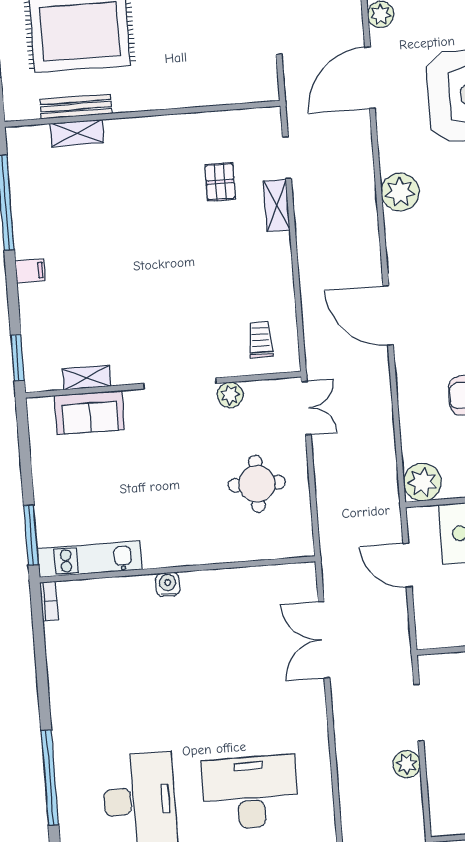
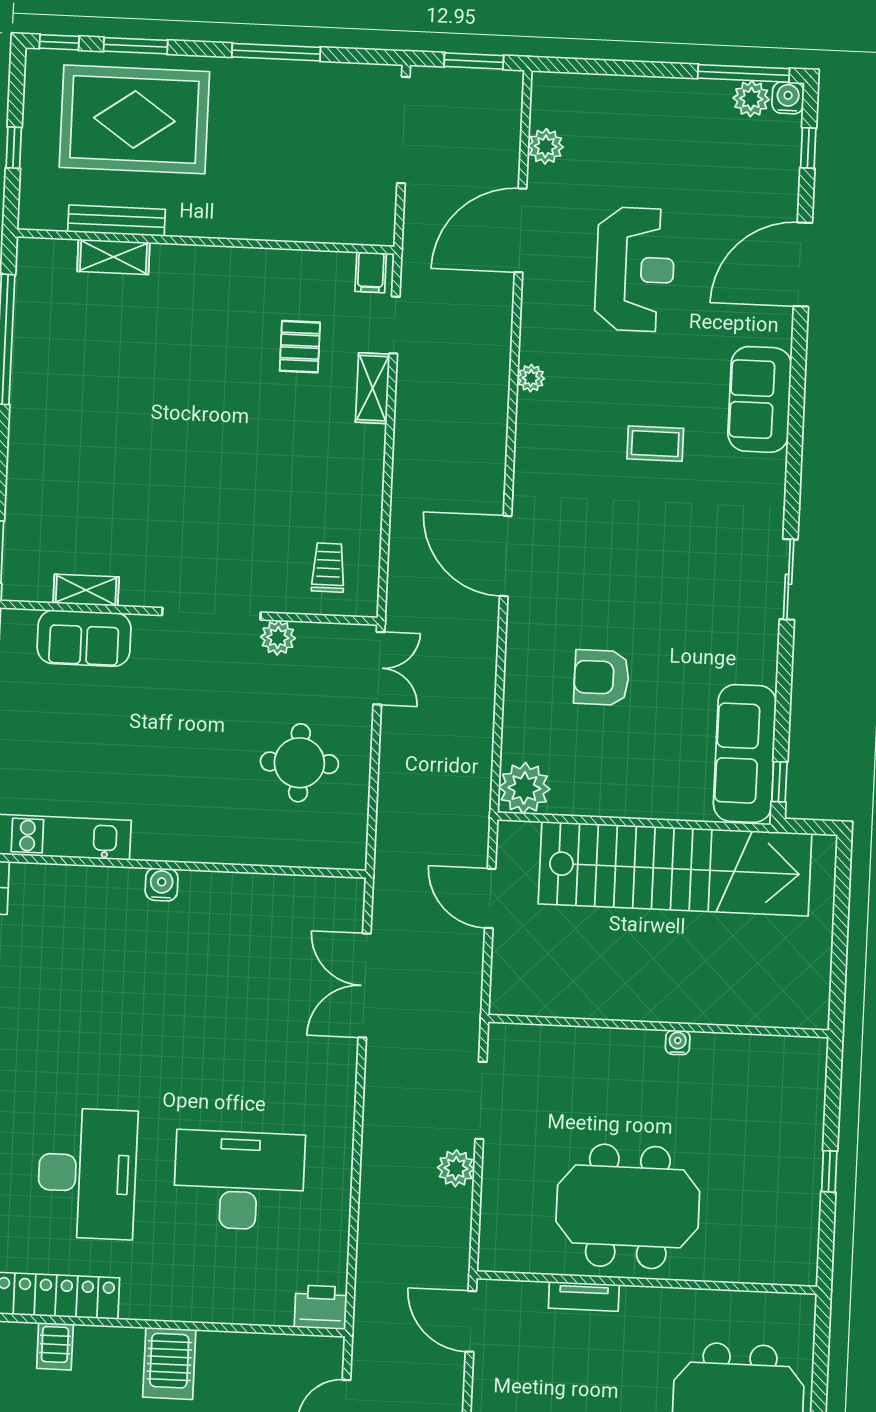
plant: (400, 192) -> (531, 378), width x0.53, depth x0.53
filing cabinet: (30, 271) -> (371, 272), moved, turned 90

